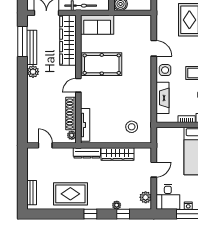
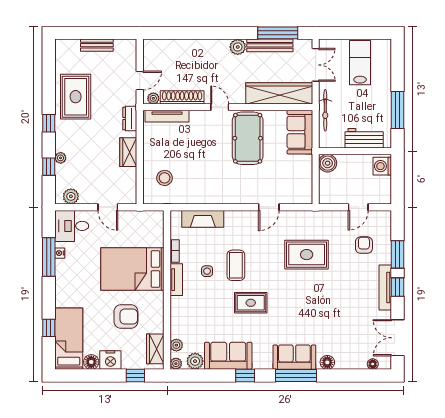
side table: (165, 70) -> (240, 222), removed
door: (45, 145) -> (140, 80), moved
dresser: (87, 153) -> (130, 118), width x0.70
wardrobe: (118, 154) -> (128, 152), width x0.67
bench: (32, 193) -> (97, 45), moved

